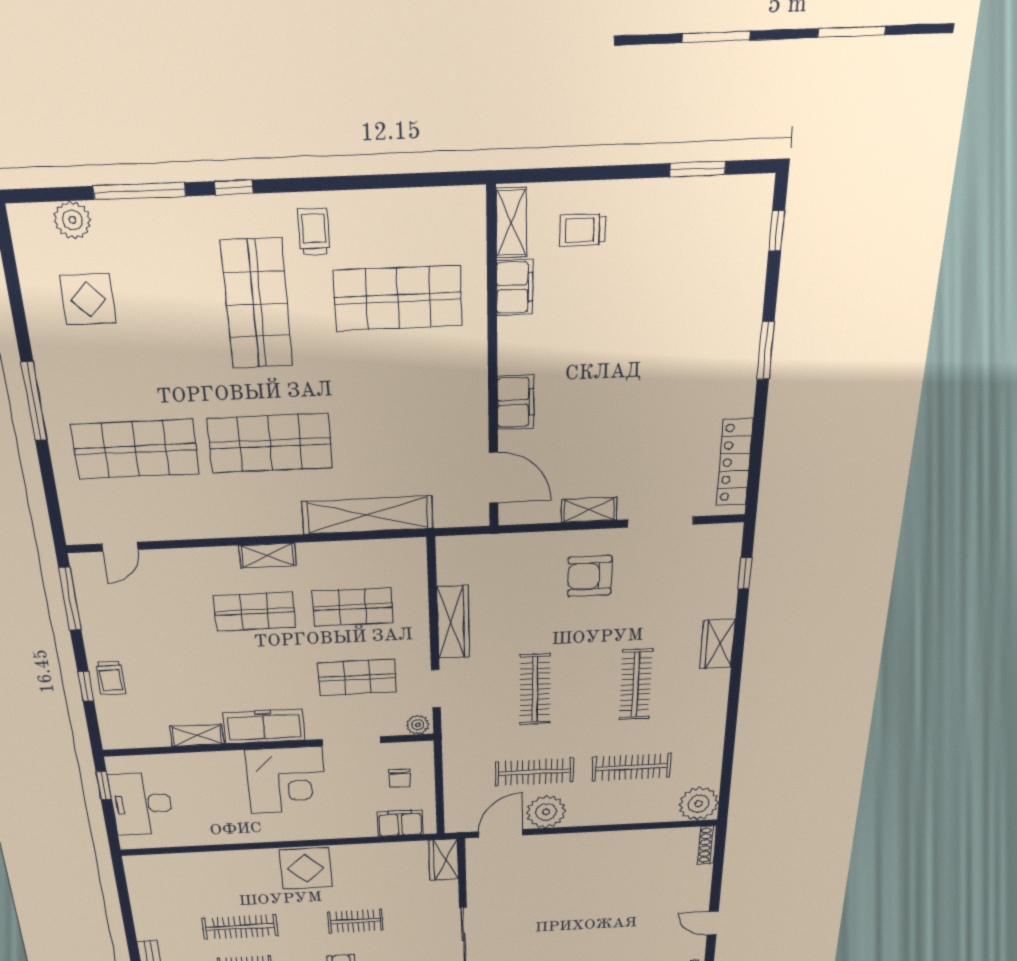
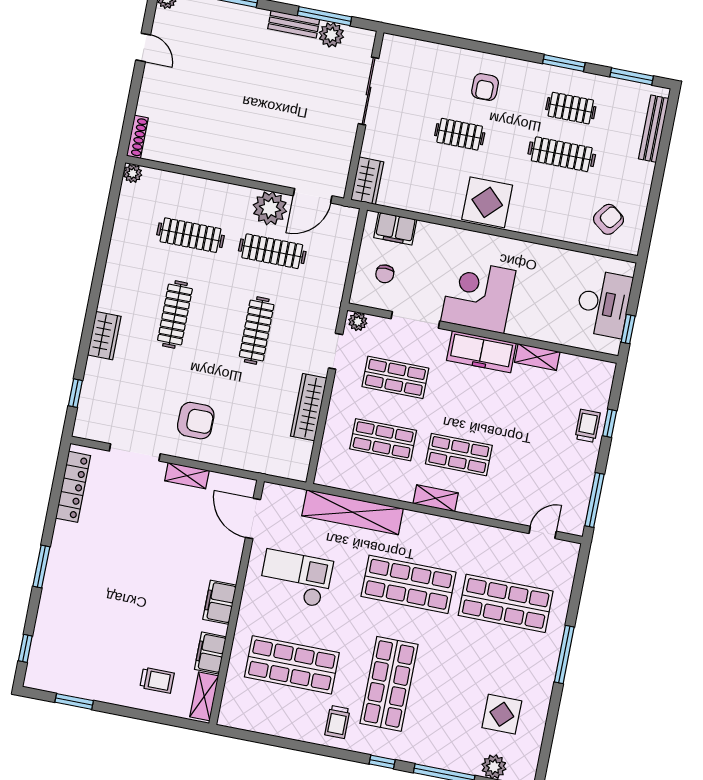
filing cabinet: (516, 402) -> (220, 602), moved
checkout: (420, 416) -> (296, 578), added
chair: (400, 778) -> (385, 274), turned 180
plant: (699, 804) -> (133, 173), width x0.53, depth x0.53
armchair: (167, 882) -> (608, 219), added

